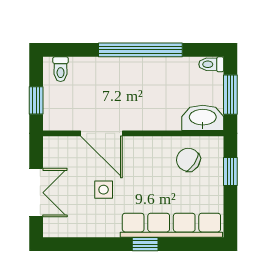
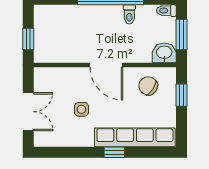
toilet: (61, 69) -> (129, 14), moved
washbasin: (203, 118) -> (164, 53), width x0.72
door: (102, 133) -> (106, 65), moved

